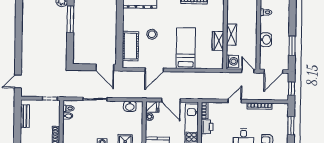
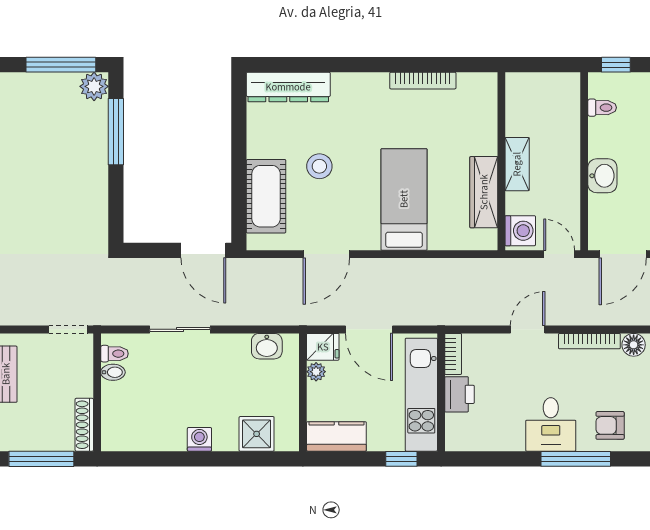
wardrobe: (218, 41) -> (484, 192), width x1.50
floor lamp: (277, 108) -> (634, 345), added

